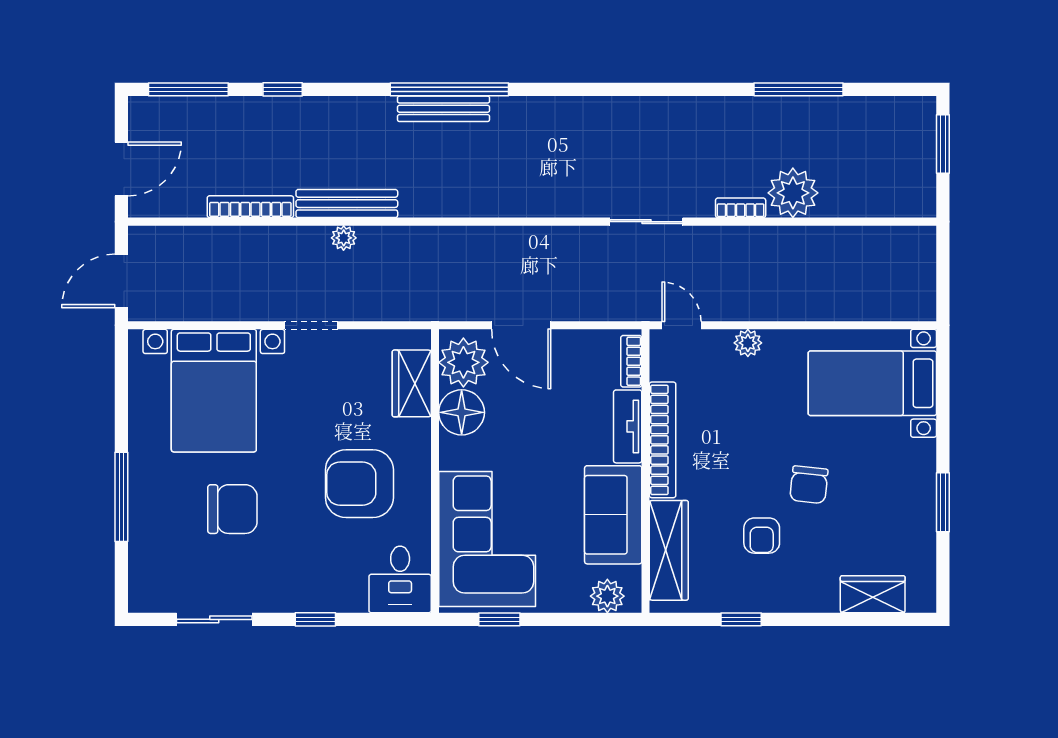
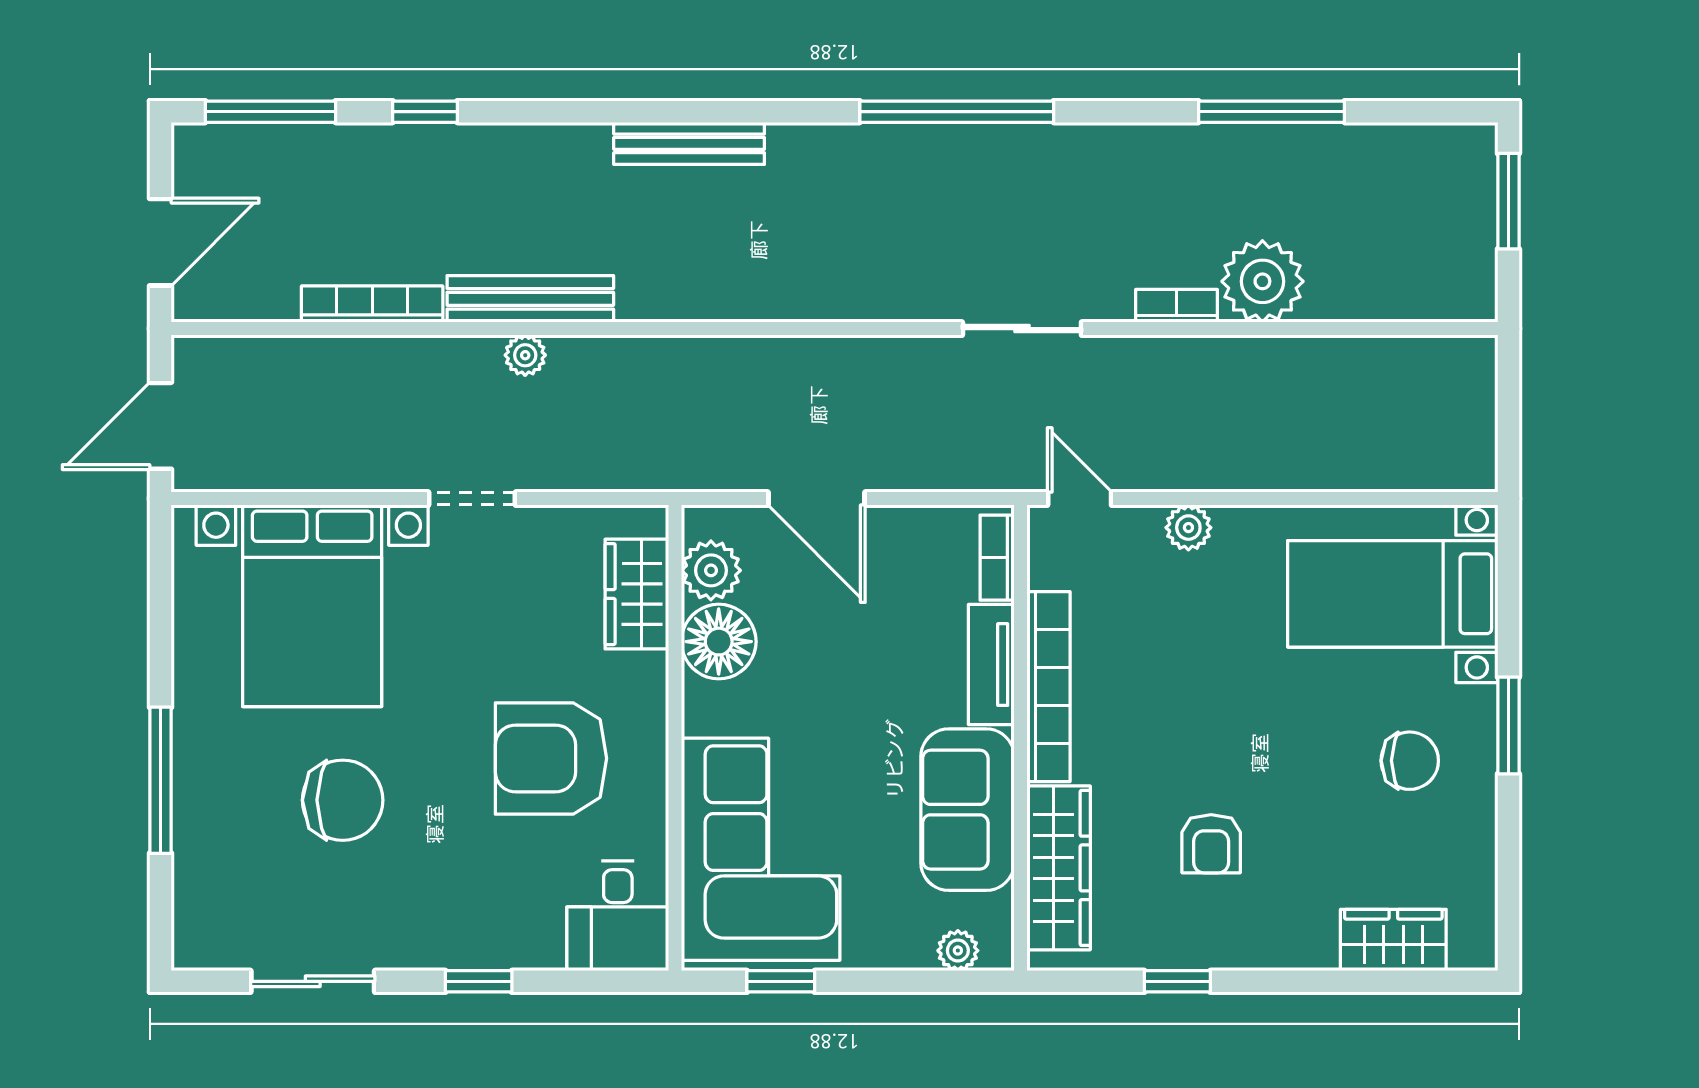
window: (449, 89) -> (957, 112), moved
plant: (463, 362) -> (711, 570), width x0.73, depth x0.73
chair: (809, 485) -> (1410, 761), moved, turned -96
window: (943, 502) -> (1508, 726), moved
plant: (607, 596) -> (958, 951), width x0.73, depth x0.73

